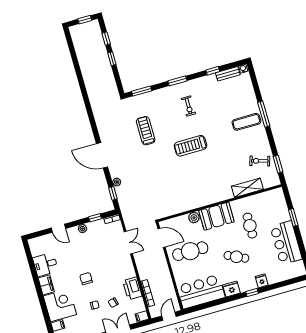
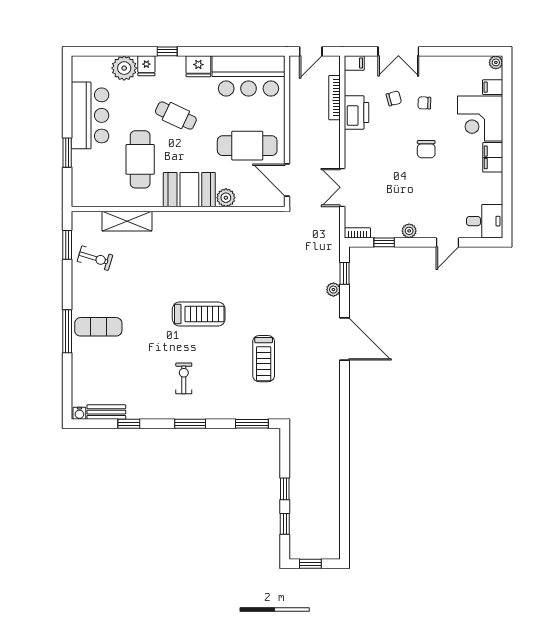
cafe table: (250, 226) -> (140, 159), width x1.37, depth x1.35
door: (58, 228) -> (447, 242), swing flipped
desk: (45, 264) -> (485, 221), moved
plant: (274, 276) -> (124, 68), added

